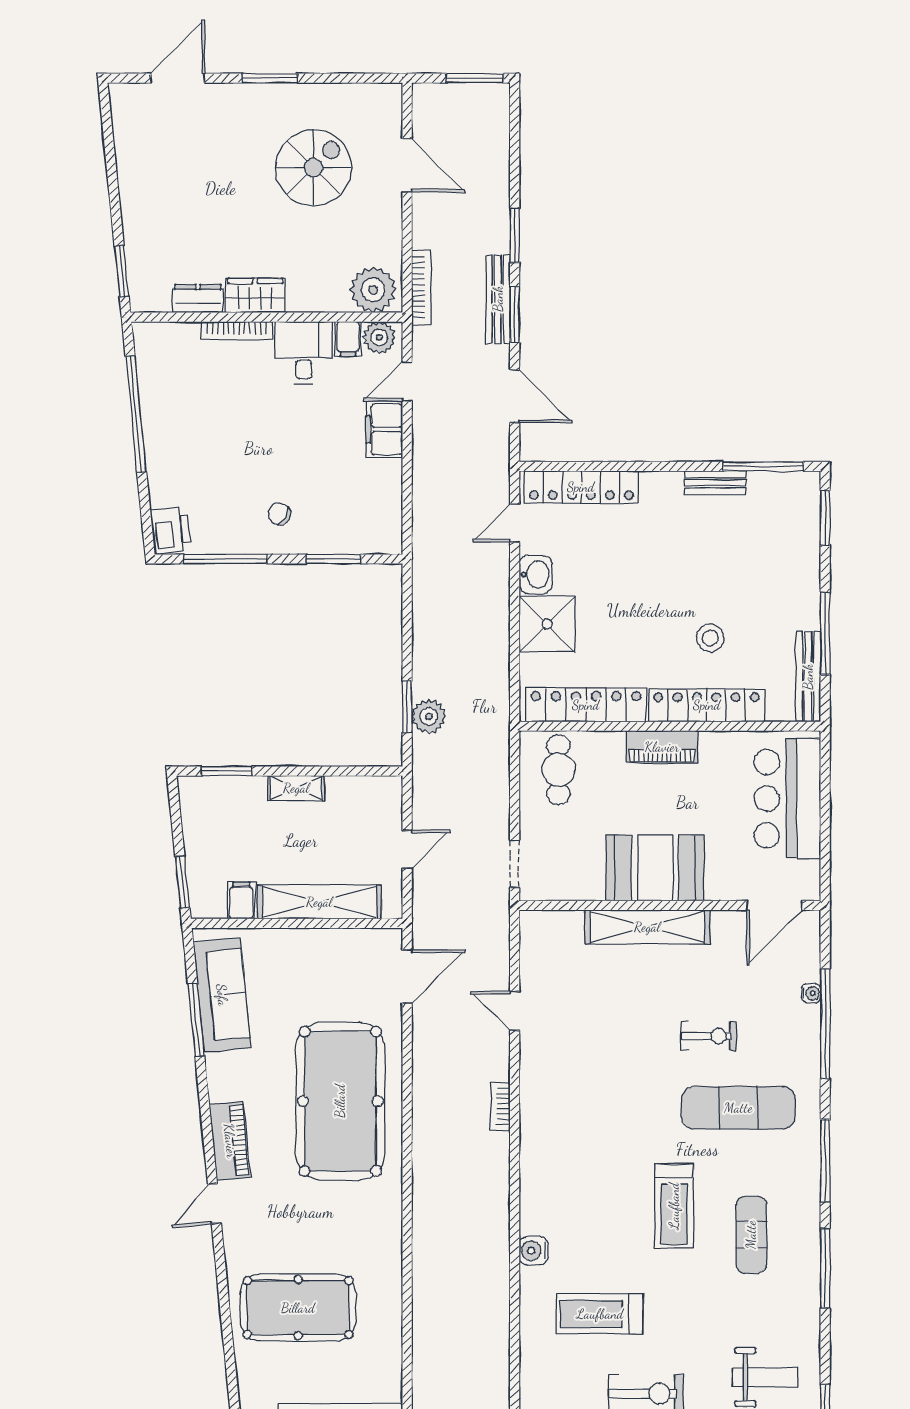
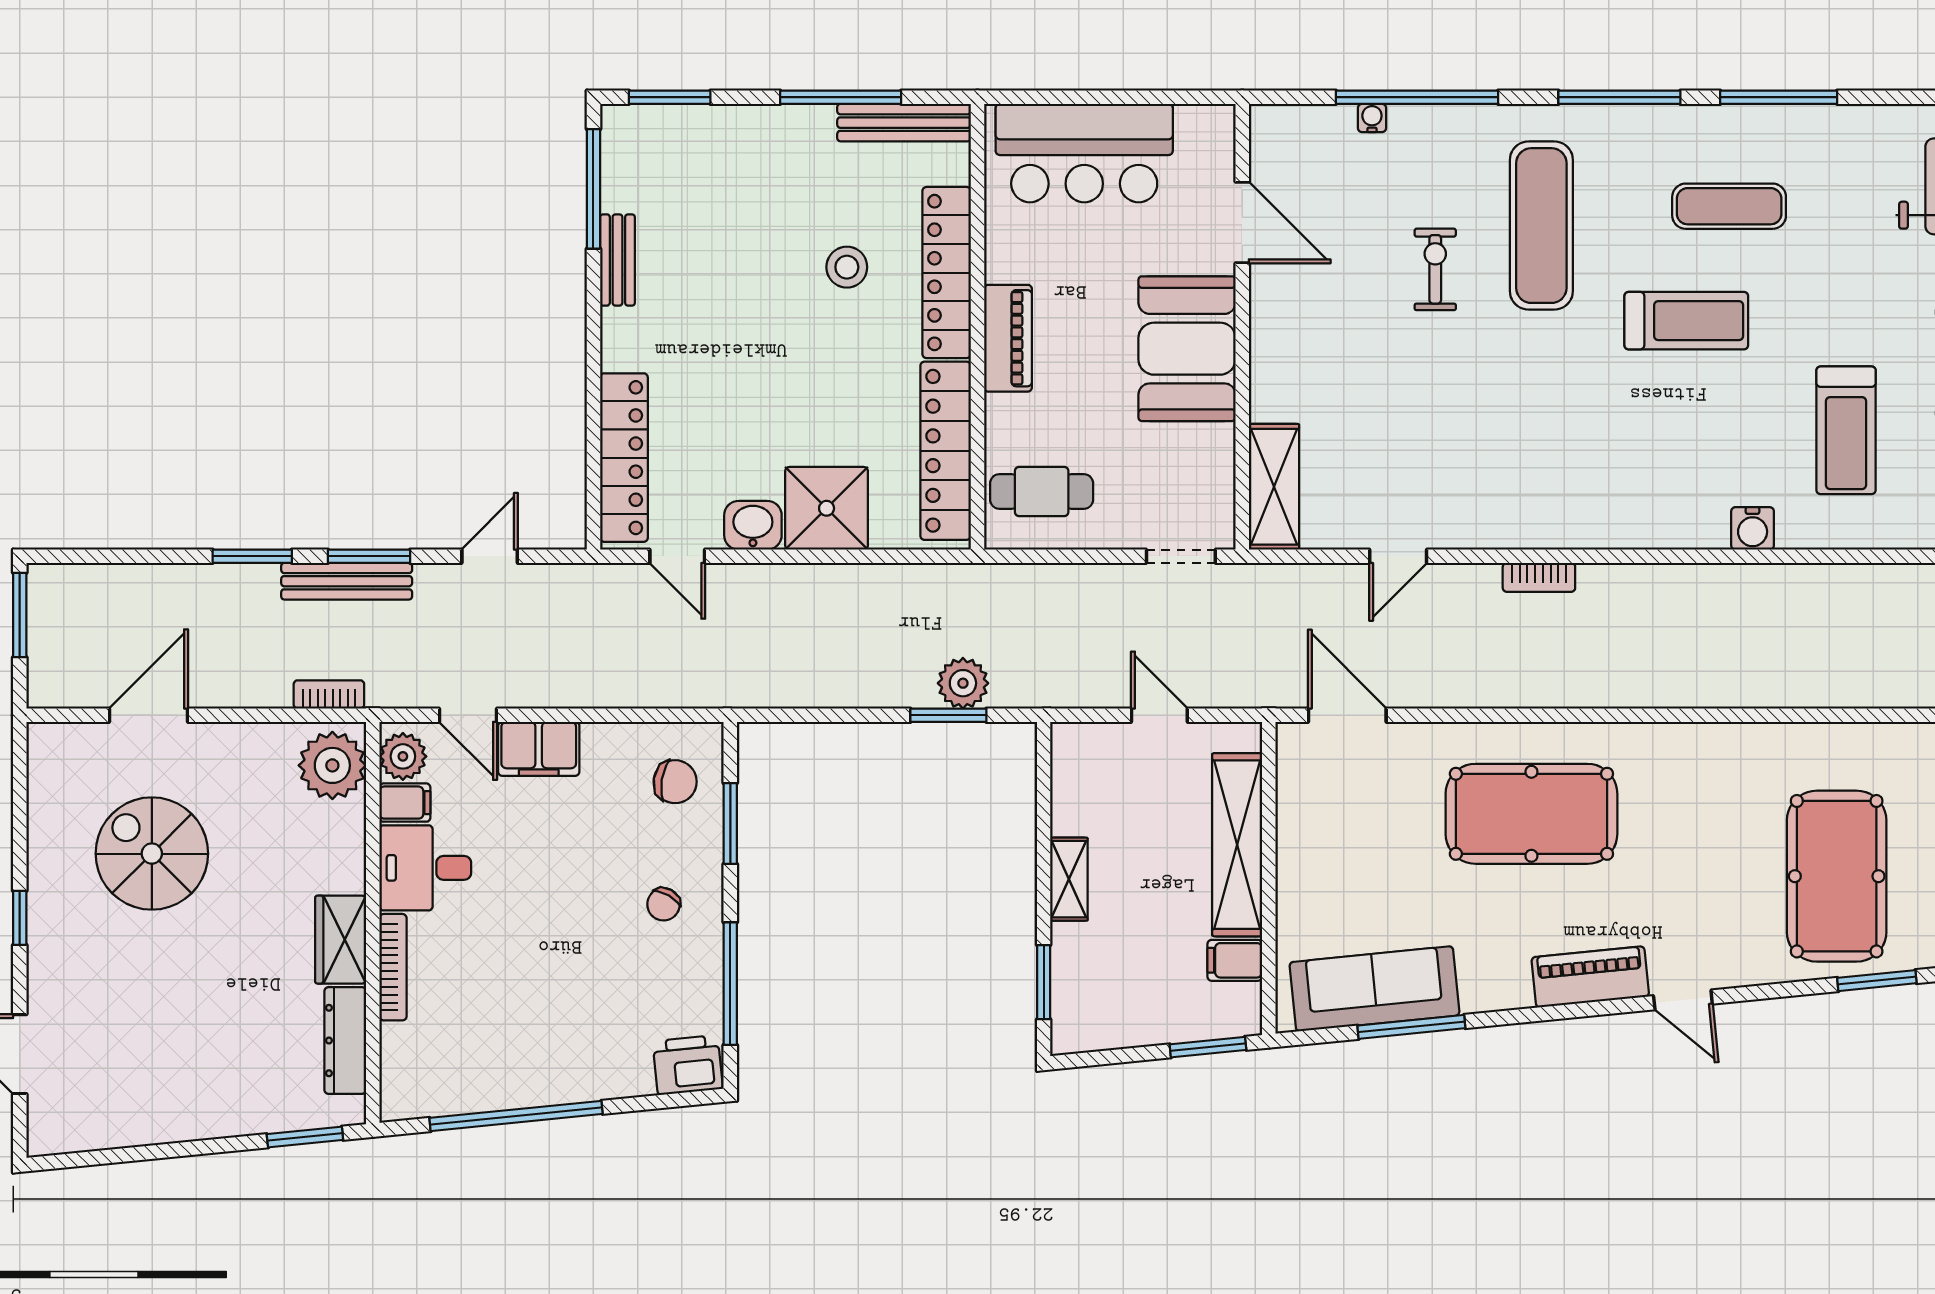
window: (270, 78) -> (20, 918), width x0.67
bookcase: (421, 287) -> (329, 694), width x0.64
dresser: (198, 298) -> (345, 1041), width x1.44
door: (515, 396) -> (490, 556), width x0.73
chair: (362, 522) -> (675, 782), added
door: (774, 905) -> (1242, 222), moved
shelving: (647, 927) -> (1274, 487), moved, width x0.68
pool table: (340, 1101) -> (1531, 814), width x0.73, depth x0.76
window: (228, 1335) -> (1877, 981), added

